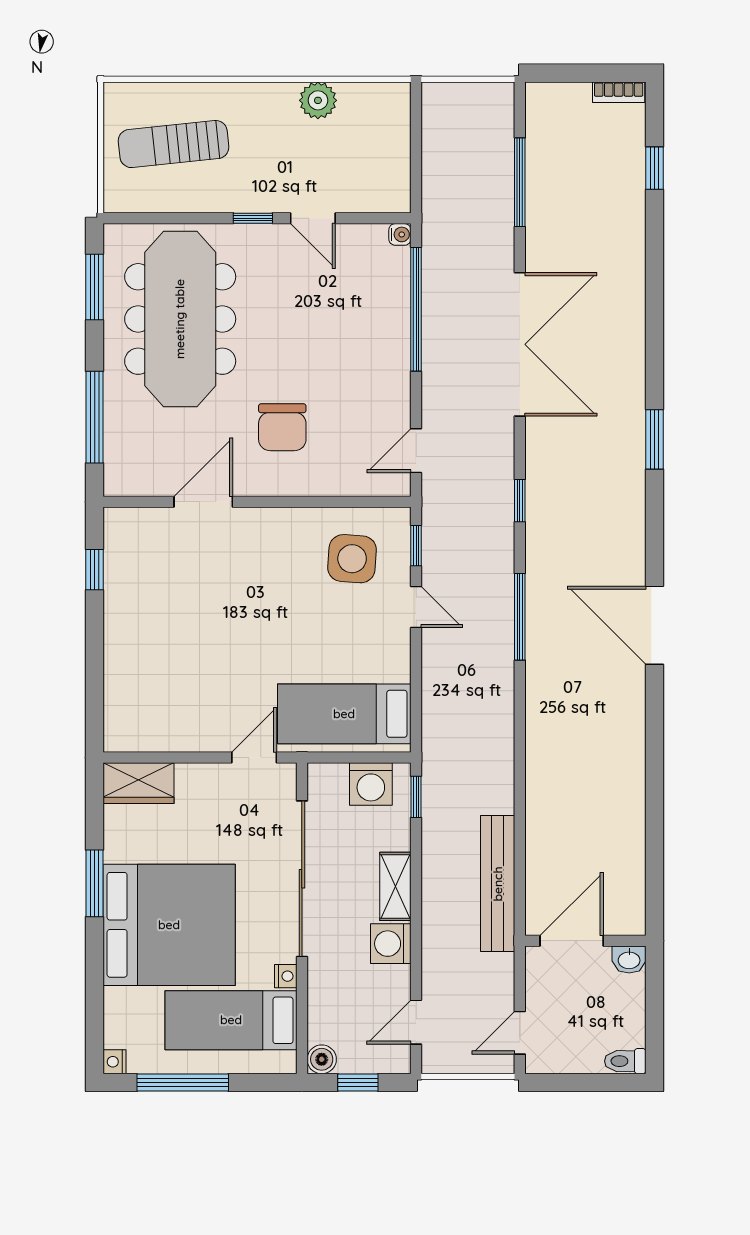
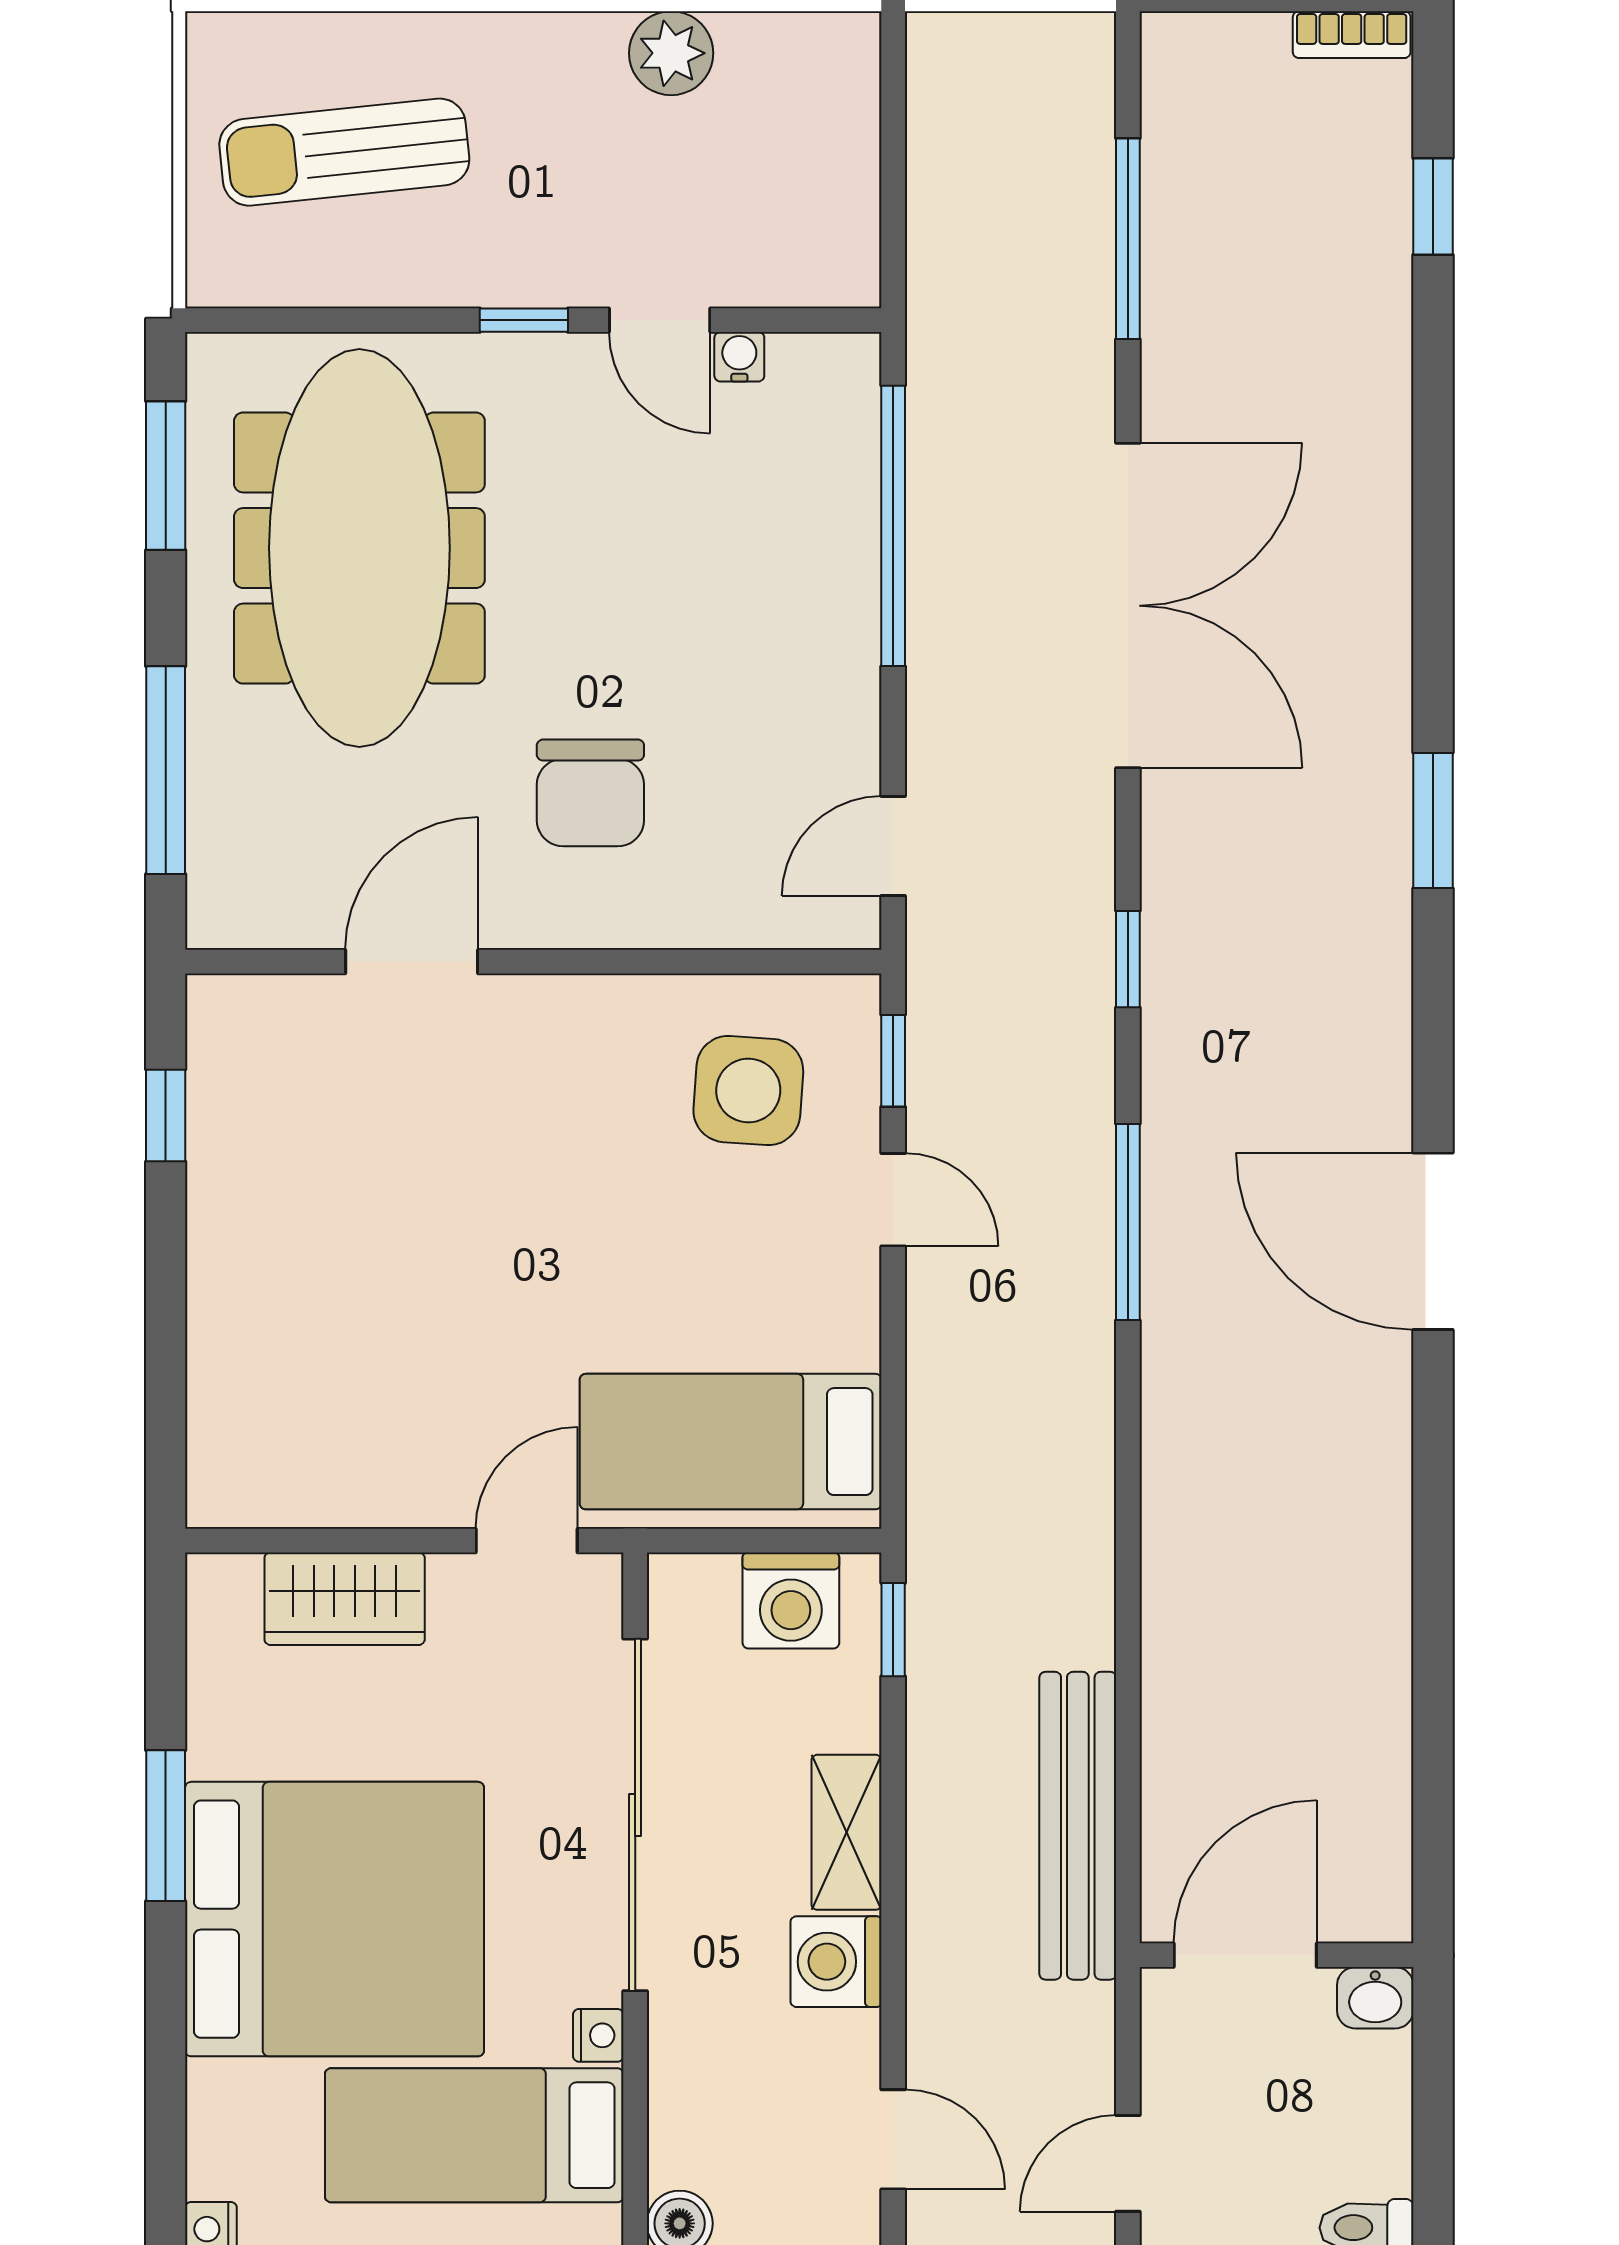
water cooler: (400, 234) -> (739, 357), moved, turned -90
wardrobe: (139, 783) -> (345, 1599), moved
door: (416, 1022) -> (893, 2139), swing flipped

